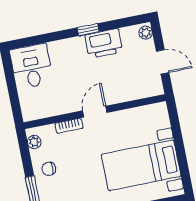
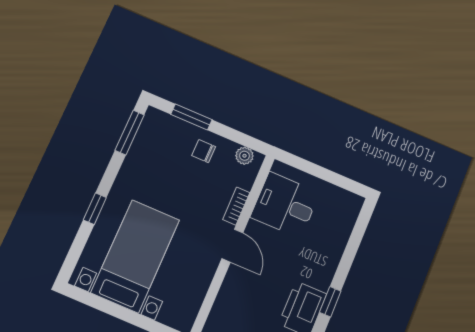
desk: (31, 66) -> (285, 205), moved, turned 180
chair: (49, 169) -> (204, 151), turned -90

